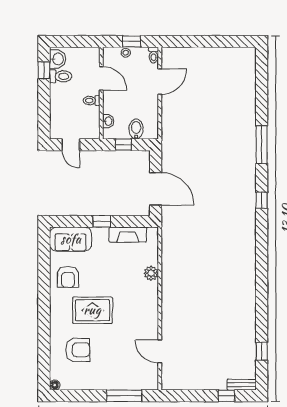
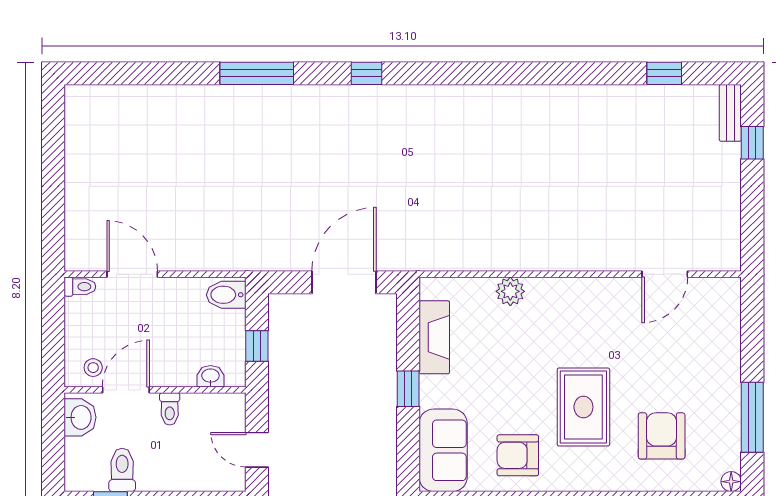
window: (132, 41) -> (53, 330), removed
stool: (126, 53) -> (93, 368), moved
washbasin: (58, 59) -> (80, 417), moved, turned 90
bidet: (136, 129) -> (226, 295), moved
door: (71, 145) -> (257, 450), swing flipped
armchair: (68, 277) -> (518, 455), turned 180
window: (124, 396) -> (752, 417), moved

